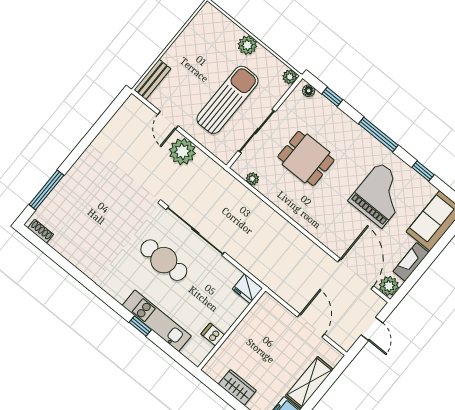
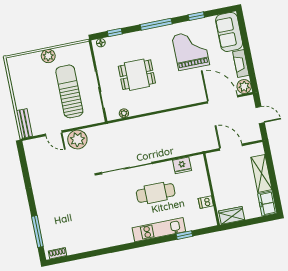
plant: (290, 77) -> (85, 47), removed
cafe table: (164, 260) -> (156, 193), moved
window: (140, 326) -> (184, 235), moved
wall: (232, 329) -> (211, 189), moved
dishwasher: (213, 334) -> (206, 202), moved

